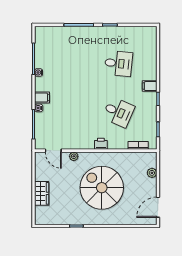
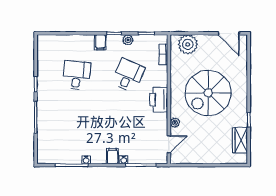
plant: (152, 112) -> (128, 40), added
printer: (101, 144) -> (159, 100), width x1.87, depth x1.48
plant: (152, 173) -> (188, 44), width x1.87, depth x1.87
wardrobe: (42, 193) -> (240, 140), moved, turned -90

